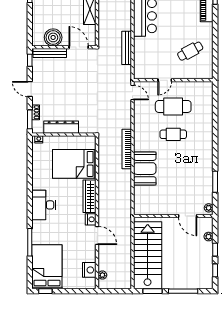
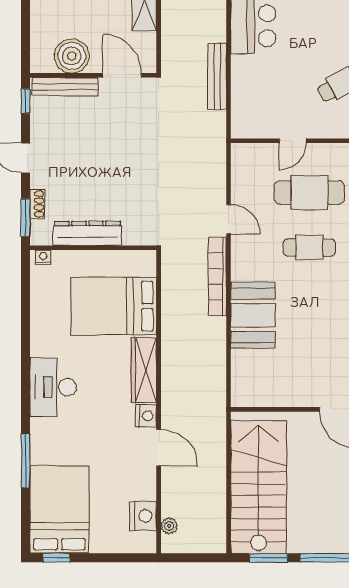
door: (132, 92) -> (229, 219), moved

